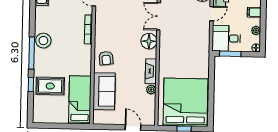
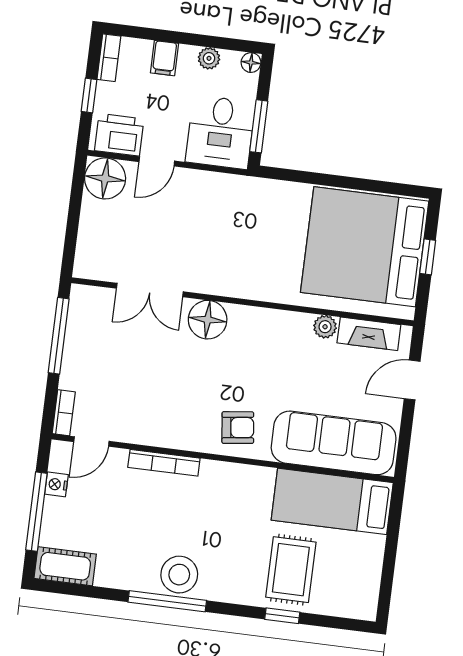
door: (212, 14) -> (157, 161), swing flipped
window: (32, 53) -> (167, 601), moved
fireplace: (151, 71) -> (369, 334), moved
sofa: (104, 91) -> (334, 443), width x1.36

